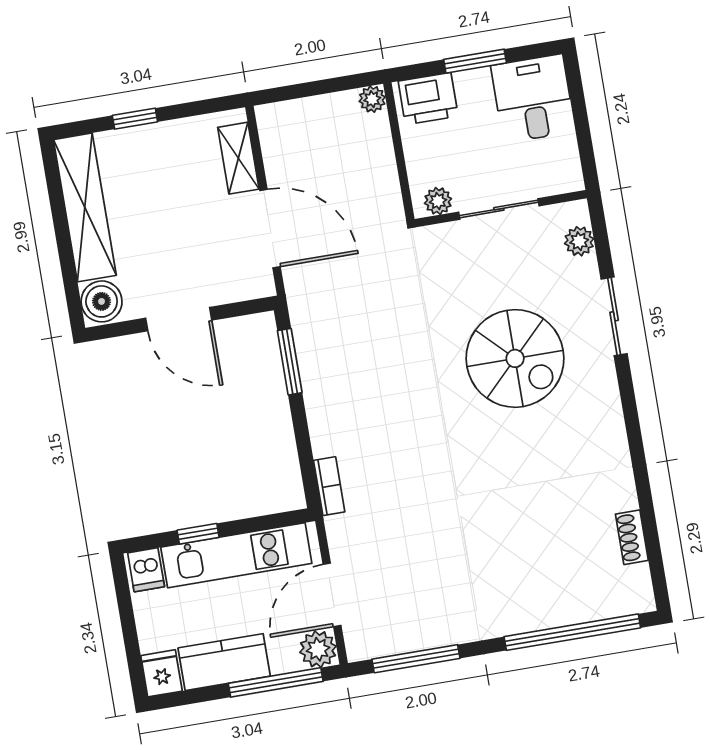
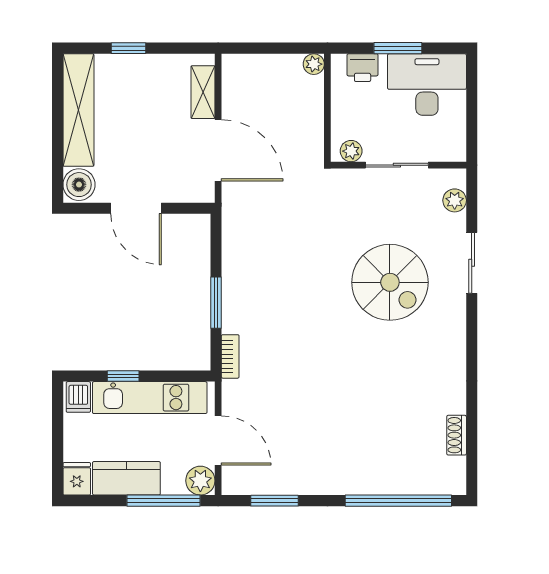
desk: (533, 98) -> (427, 85), width x1.37
printer: (428, 99) -> (363, 68), width x0.73, depth x0.81
window: (290, 362) -> (216, 303), moved
door: (332, 595) -> (218, 441), swing flipped
window: (416, 659) -> (275, 501), width x0.69

